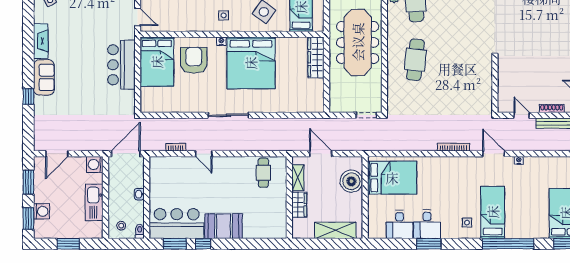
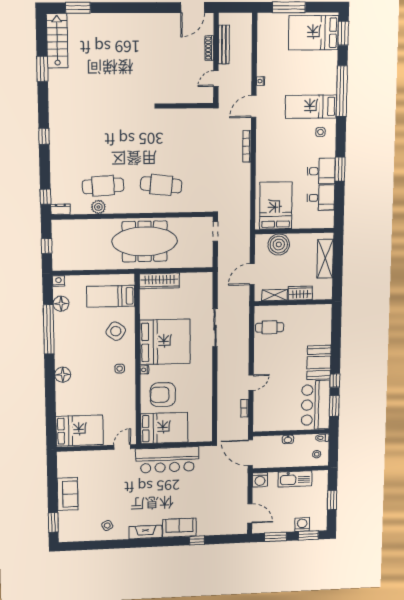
bar counter: (121, 65) -> (167, 460), width x1.36
sliding door: (228, 115) -> (215, 328), moved

